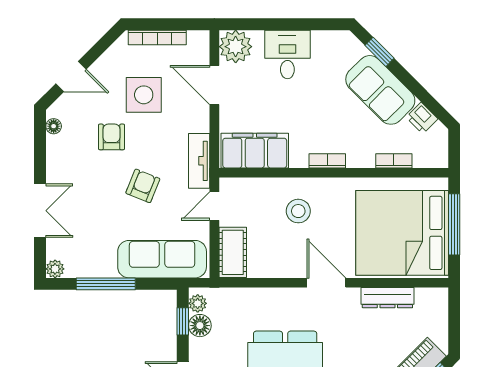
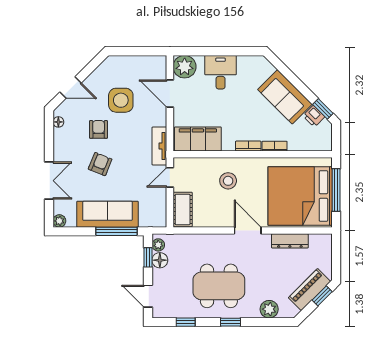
bookcase: (157, 37) -> (130, 60), removed
window: (379, 52) -> (323, 109), moved
bookcase: (394, 161) -> (275, 146), moved
armchair: (143, 186) -> (100, 164), moved
sofa: (162, 259) -> (107, 214), moved
window: (106, 284) -> (116, 231), moved

